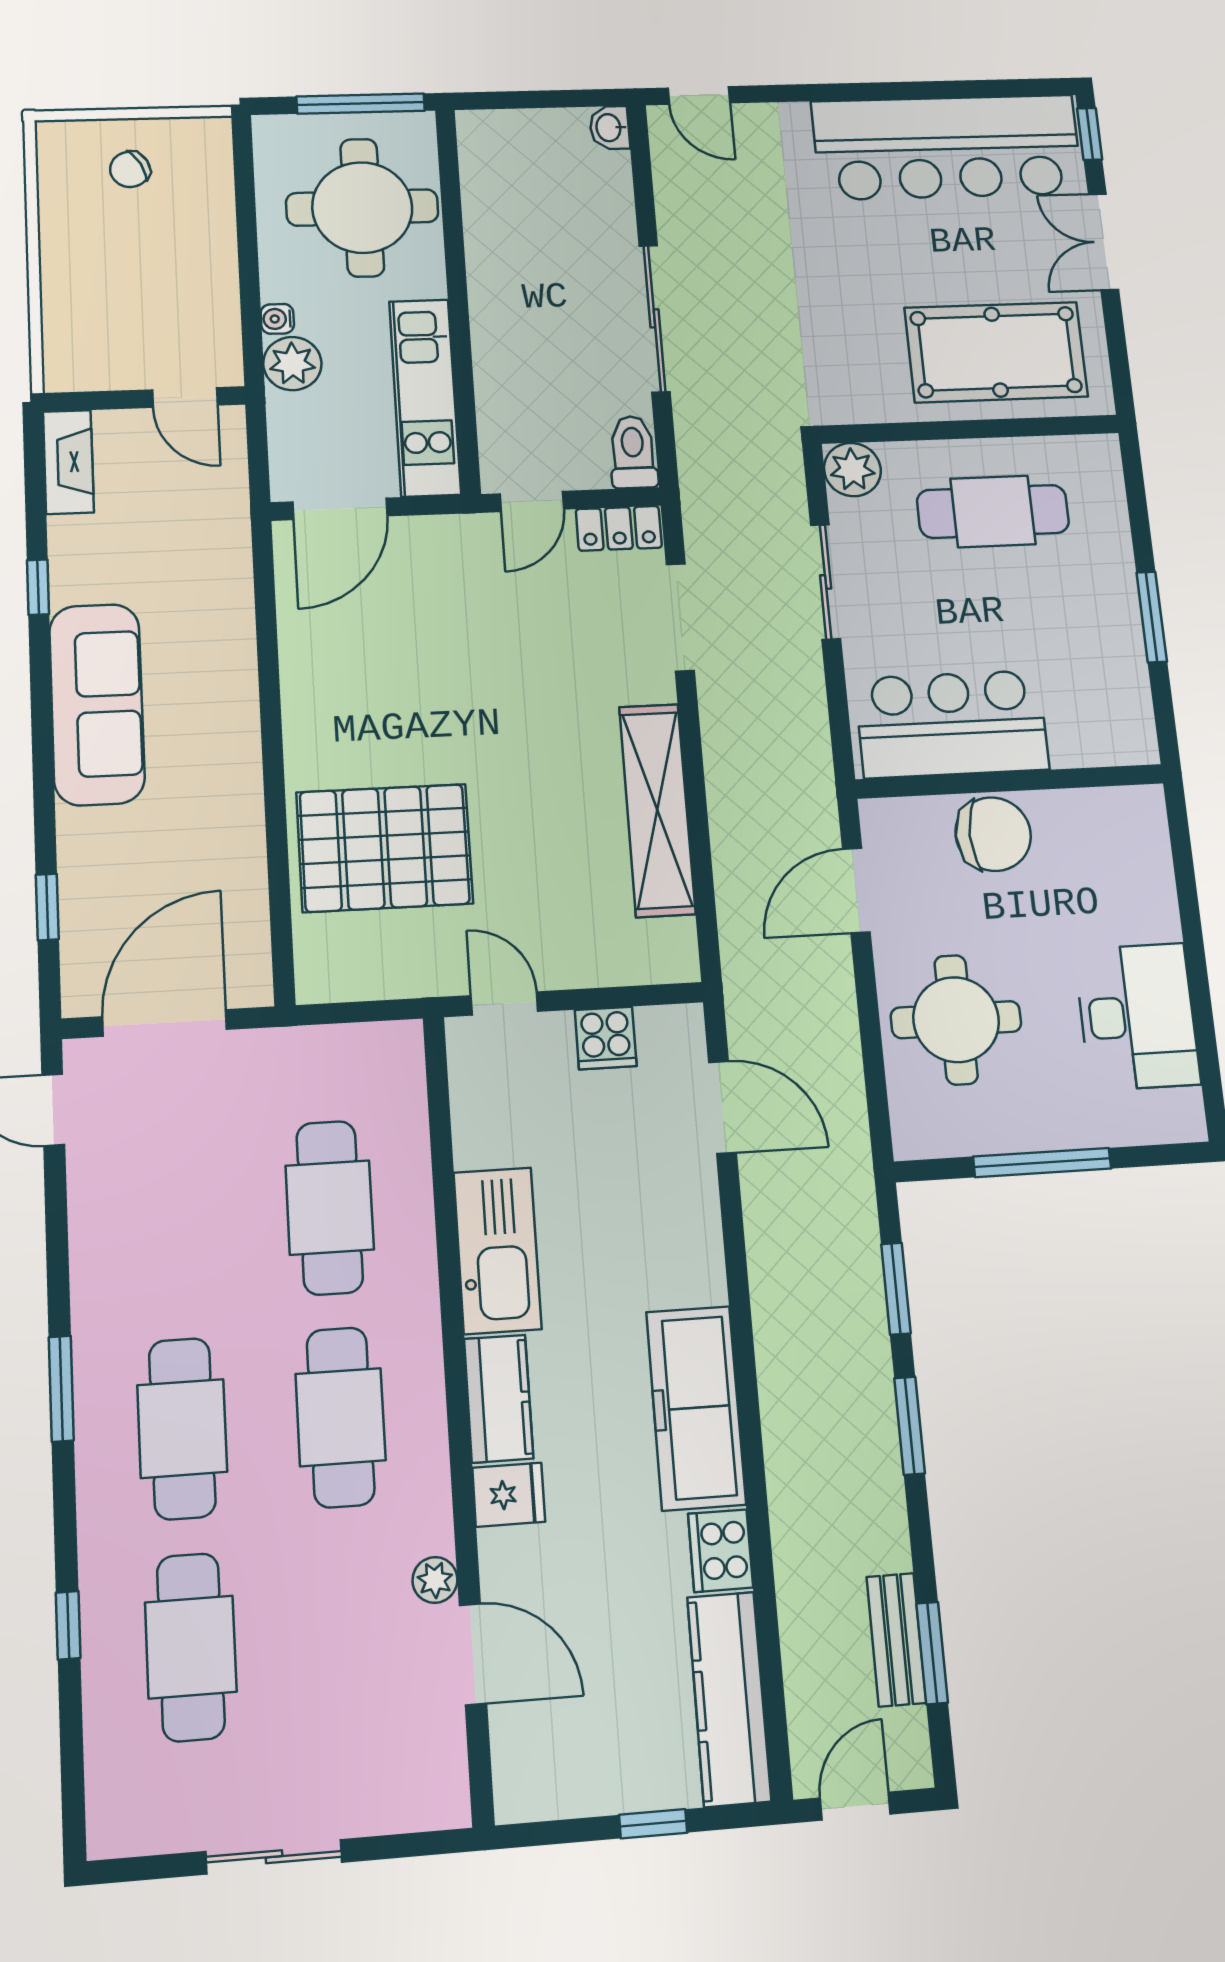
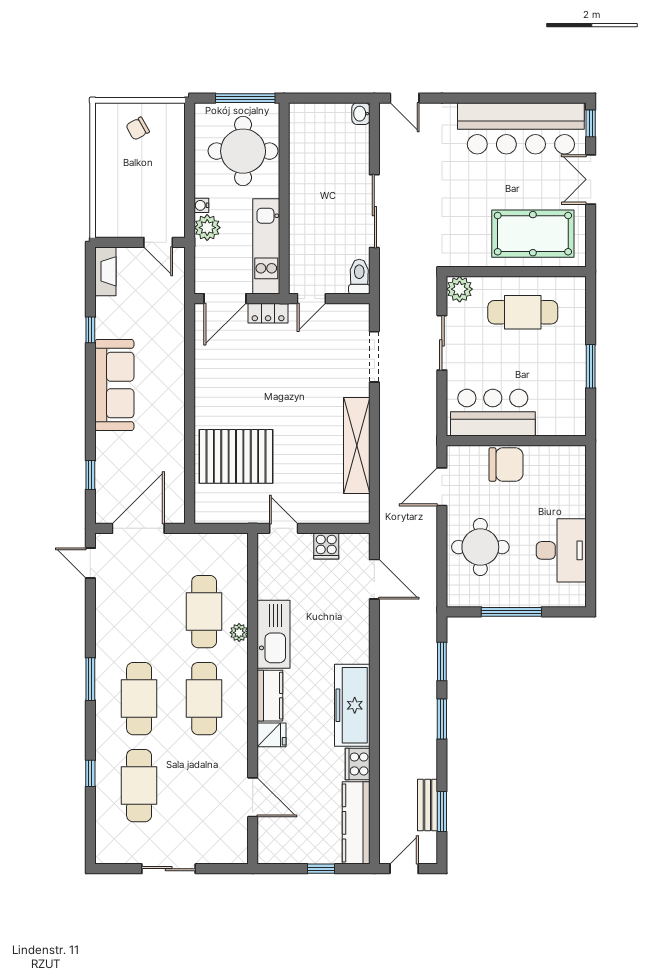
locker: (619, 528) -> (268, 313), moved
plant: (435, 1580) -> (239, 633), moved

